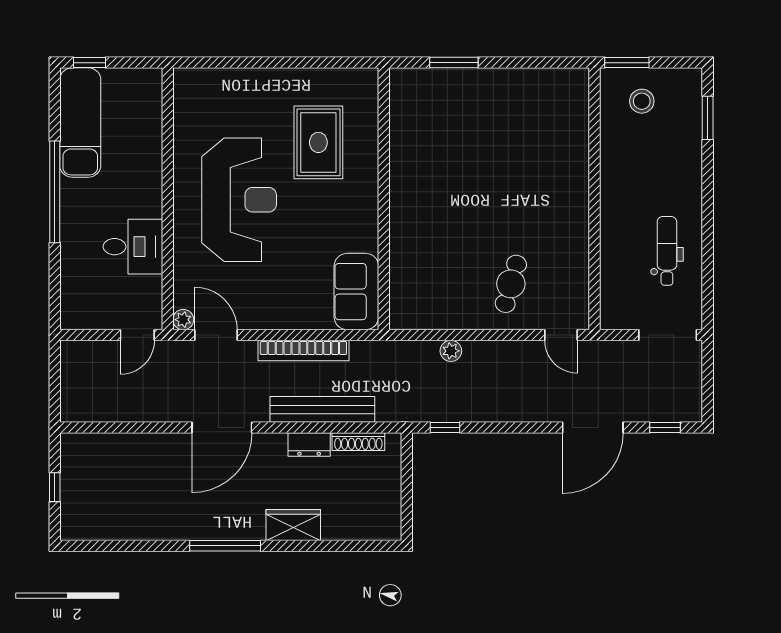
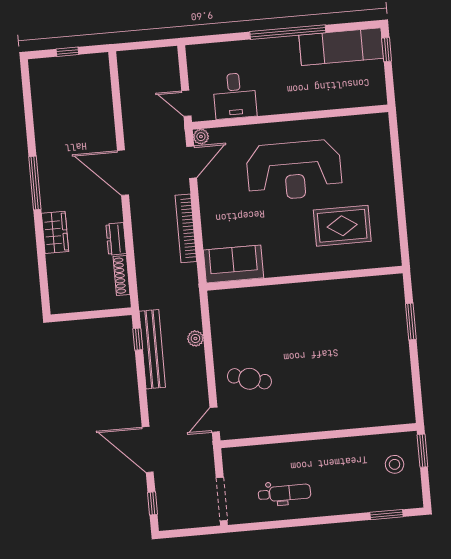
desk: (133, 247) -> (235, 96), moved
bench: (322, 409) -> (152, 349), moved

